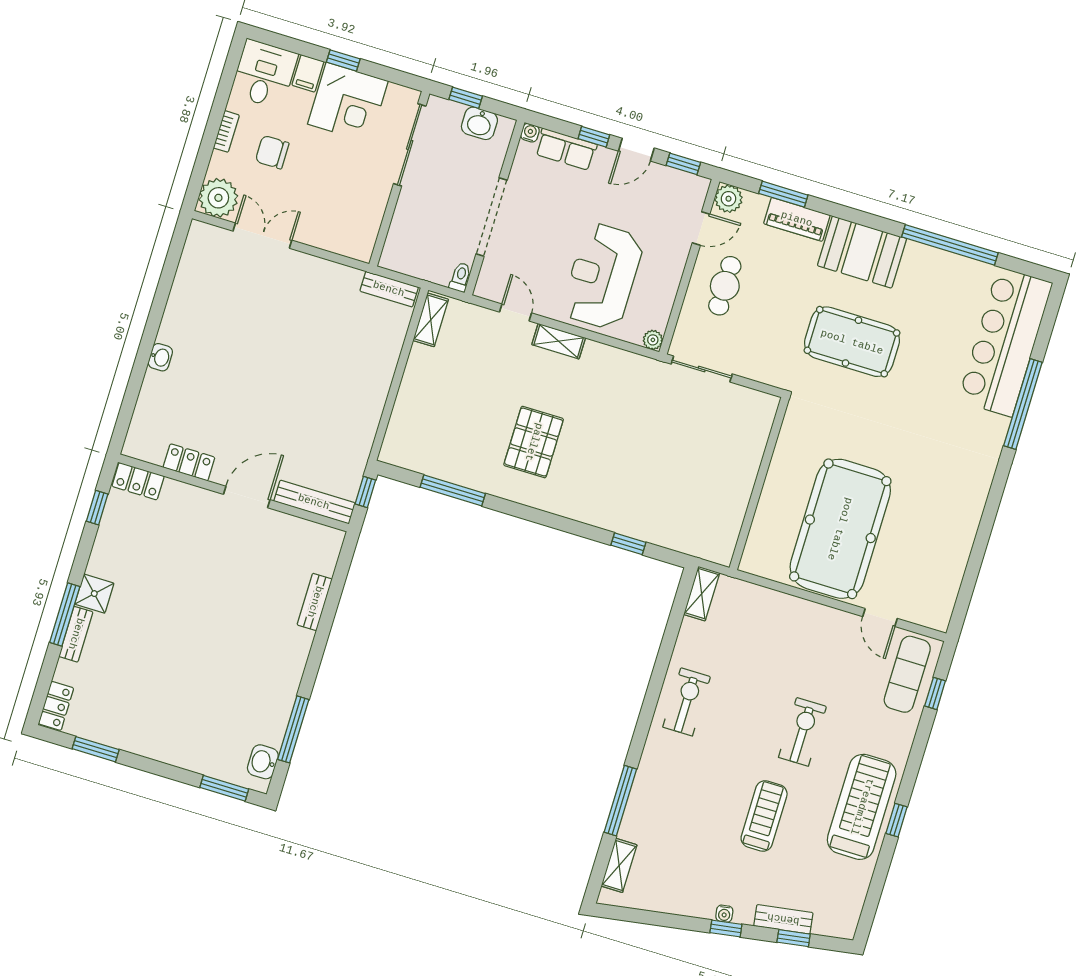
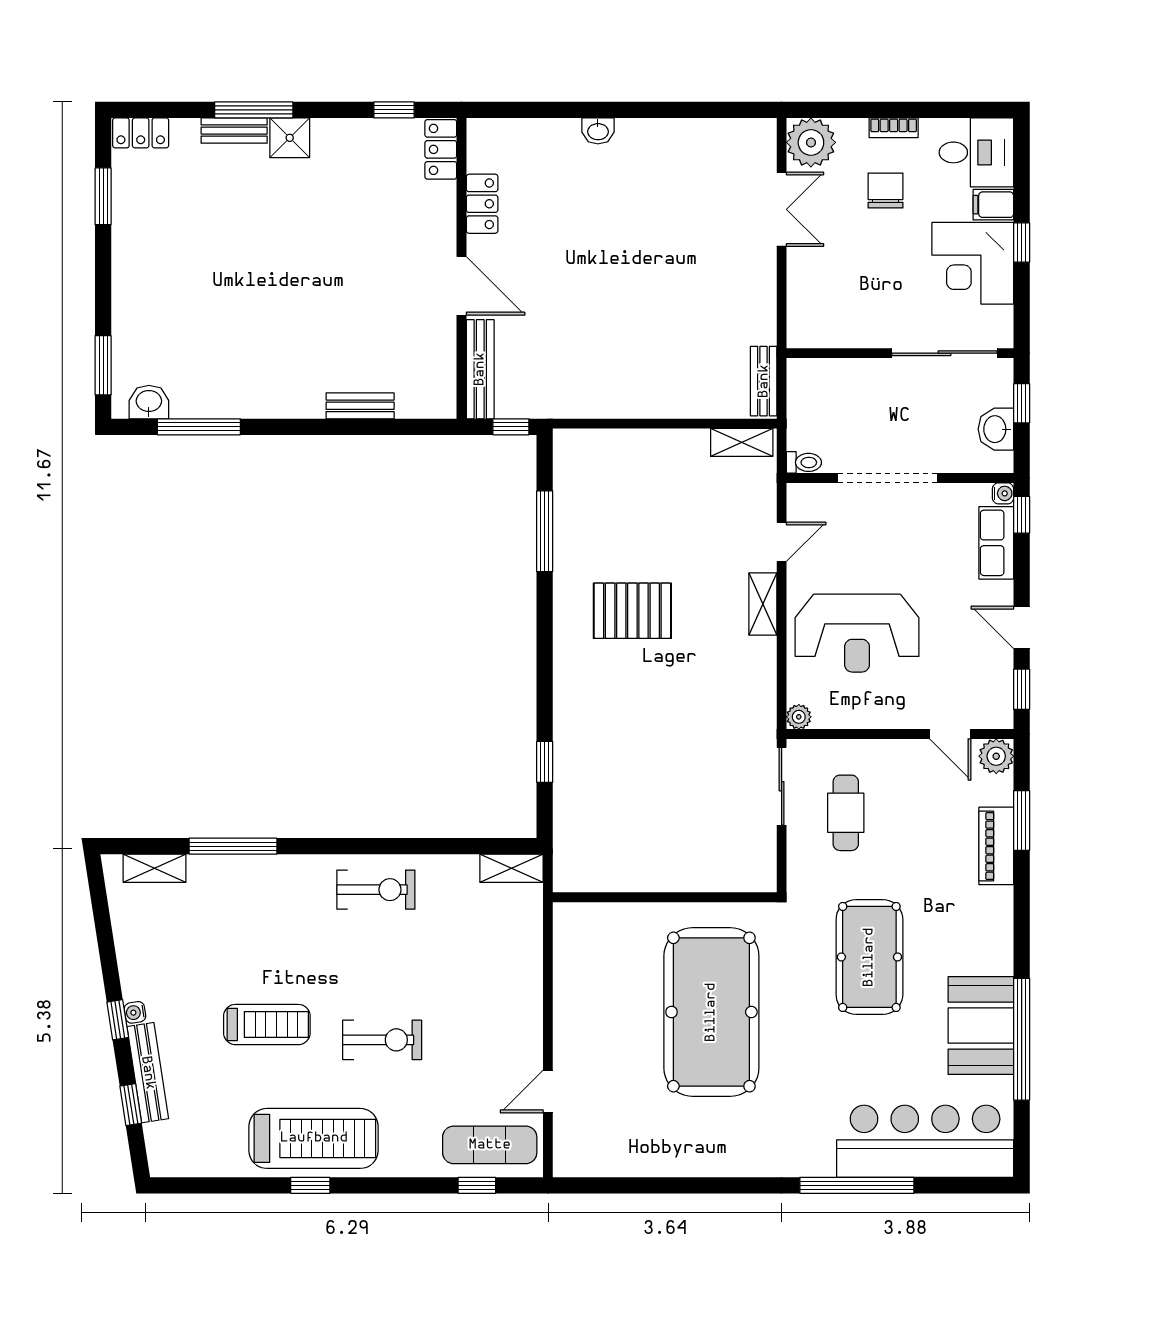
window: (594, 137) -> (1022, 515), moved
booth: (862, 252) -> (981, 1026), moved
reception desk: (603, 276) -> (857, 633), turned 180
cafe table: (725, 286) -> (846, 813), moved, turned 90
pool table: (840, 529) -> (711, 1012), moved, turned 90
bench: (783, 919) -> (148, 1073), width x1.36

